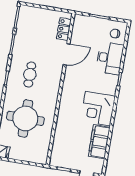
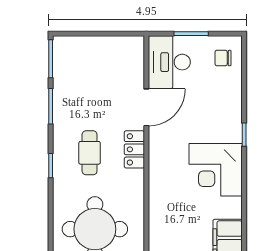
locker: (64, 29) -> (134, 149), moved
desk: (110, 58) -> (169, 62), moved, turned 180
corner desk: (98, 109) -> (216, 170), moved

